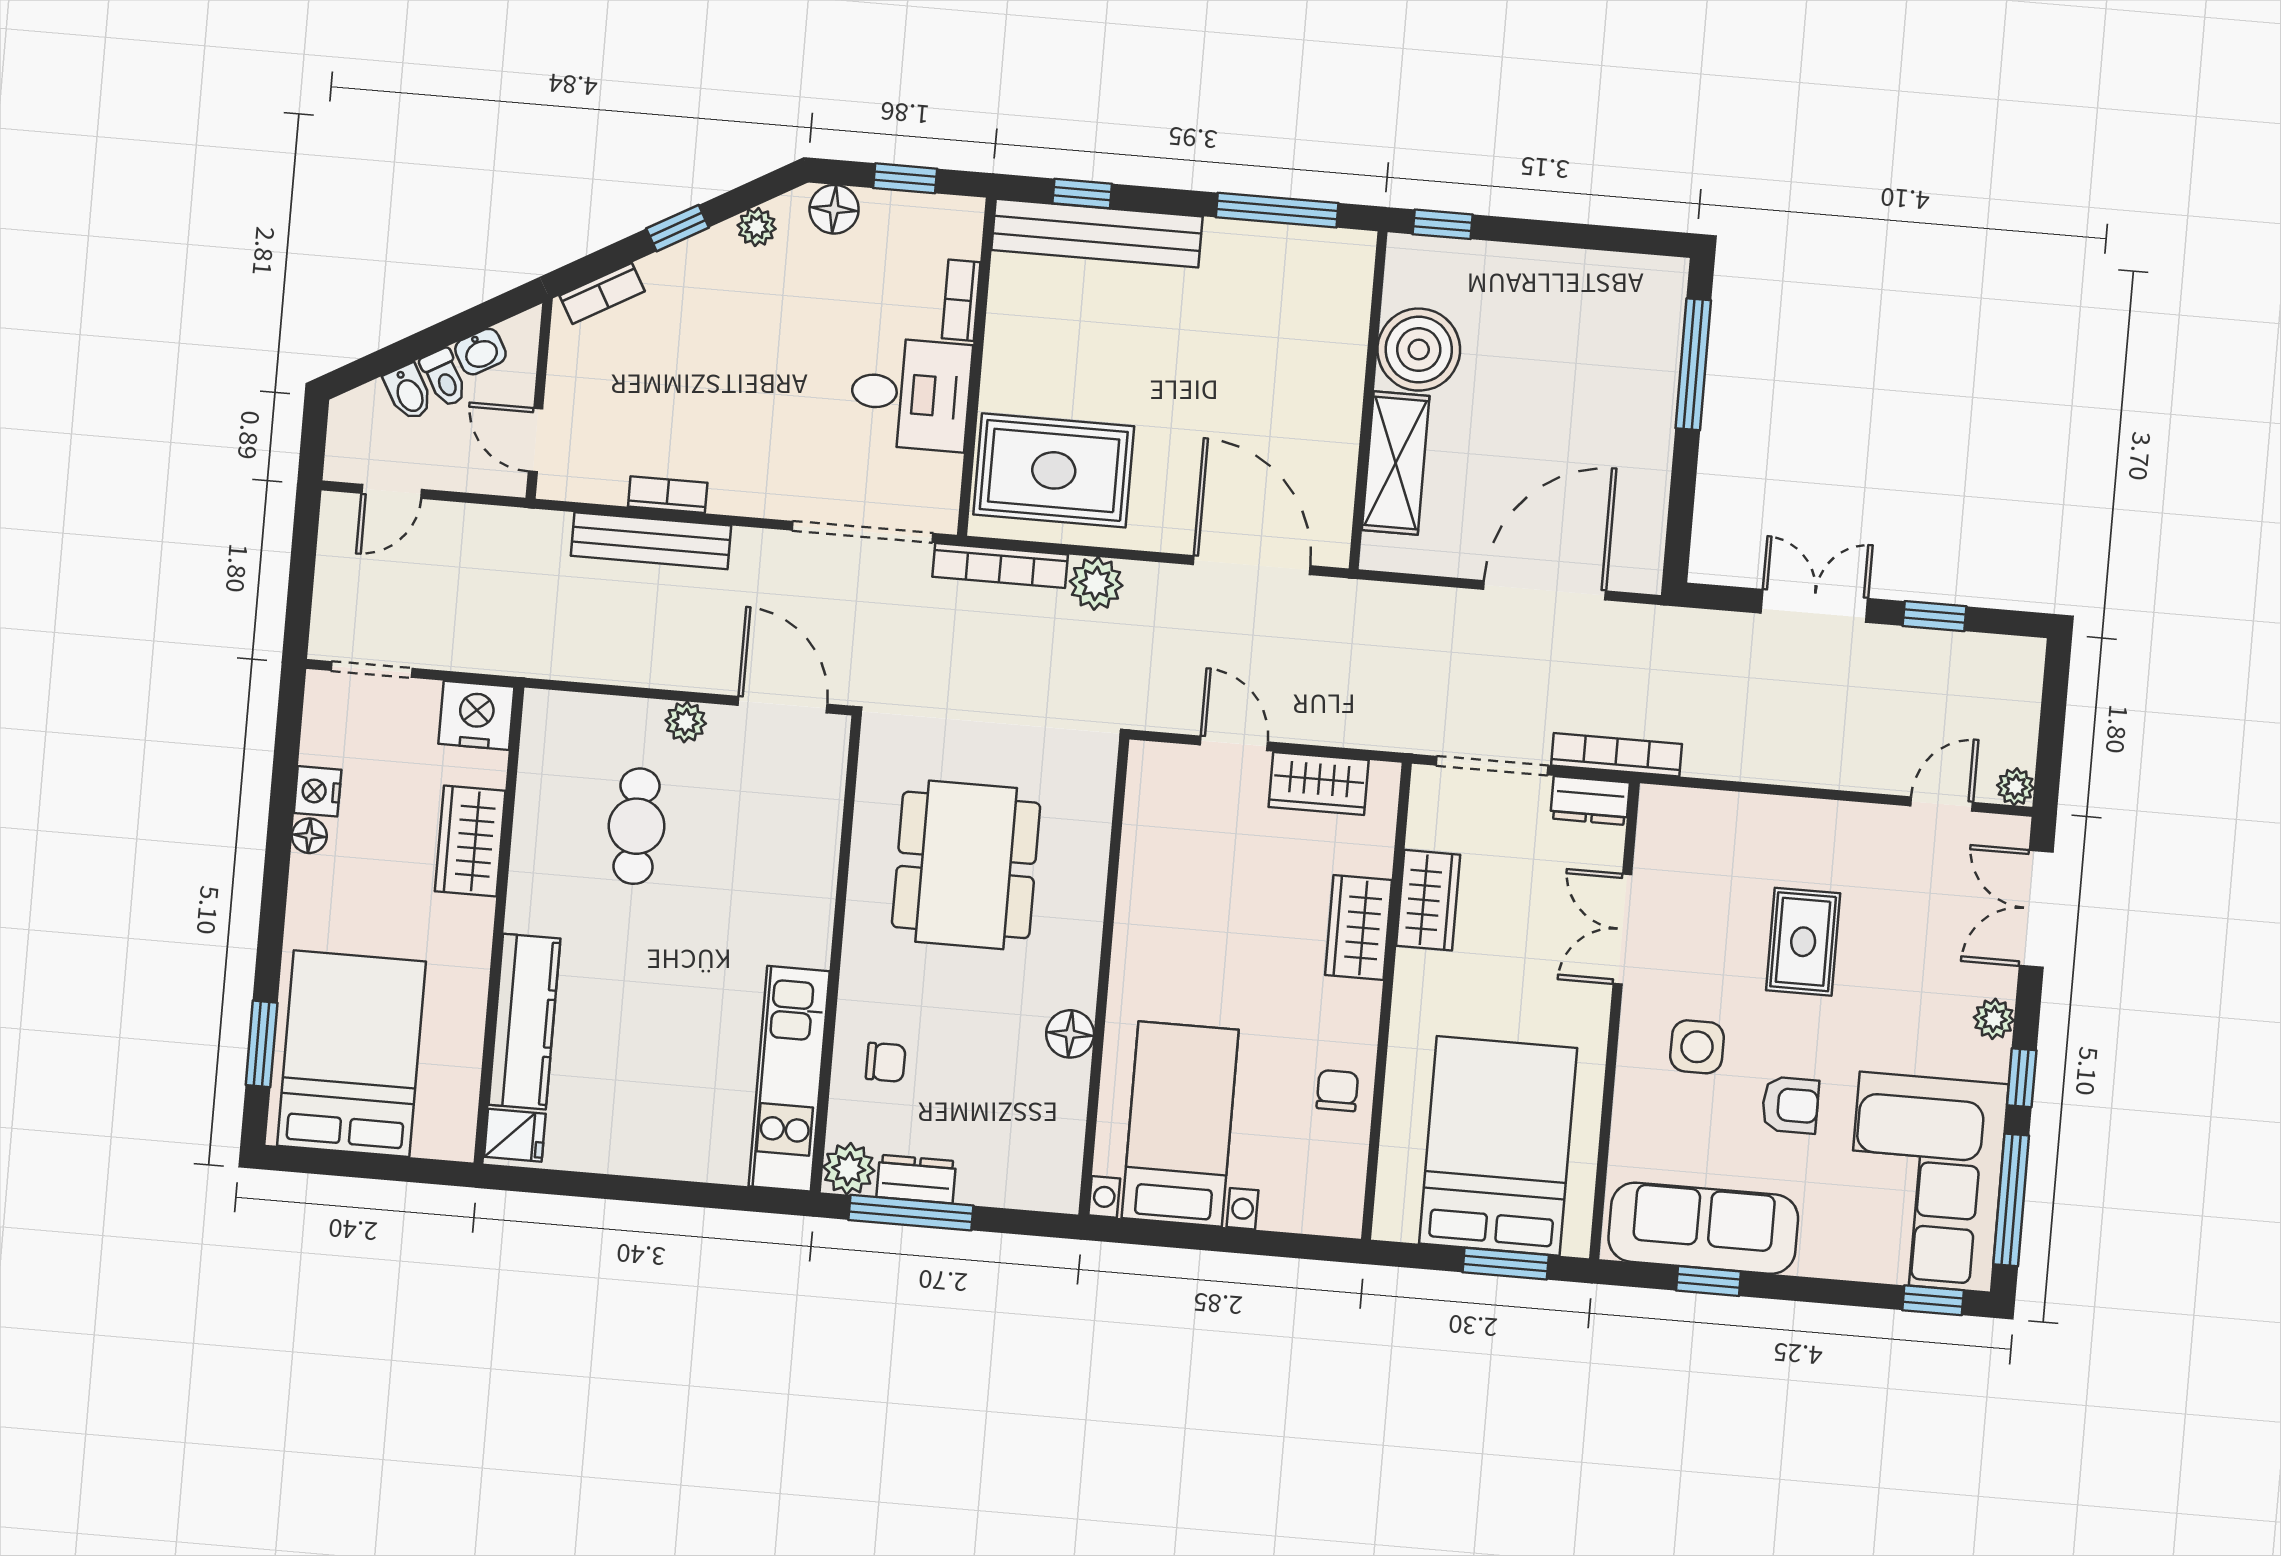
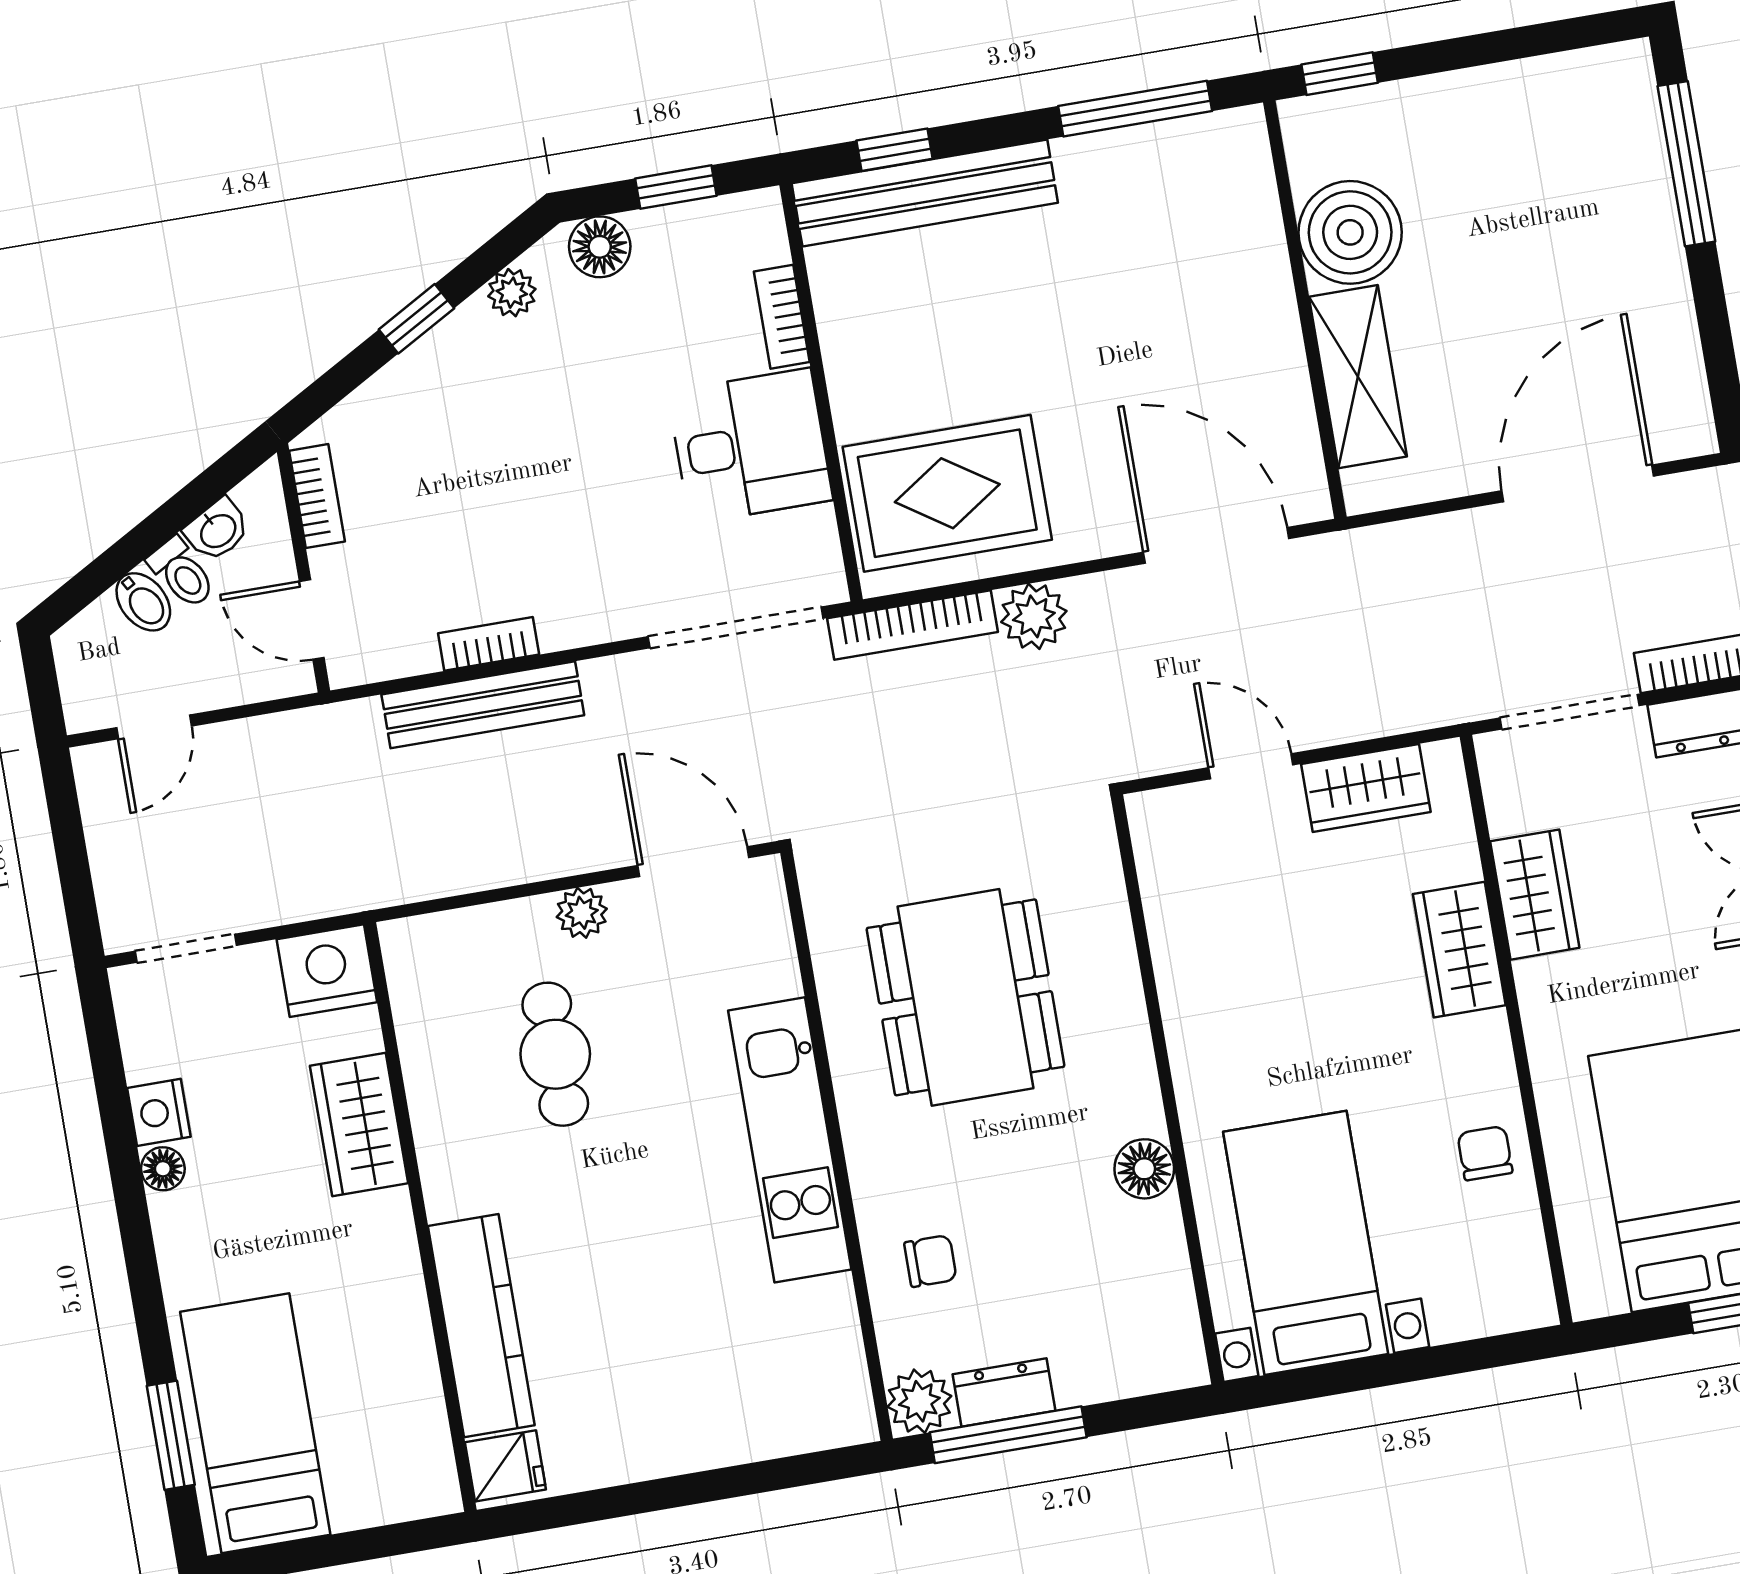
bookcase: (602, 293) -> (317, 496), moved, turned -61
bed: (352, 1054) -> (255, 1423), width x0.67
kitchen unit: (789, 1079) -> (790, 1140), moved

